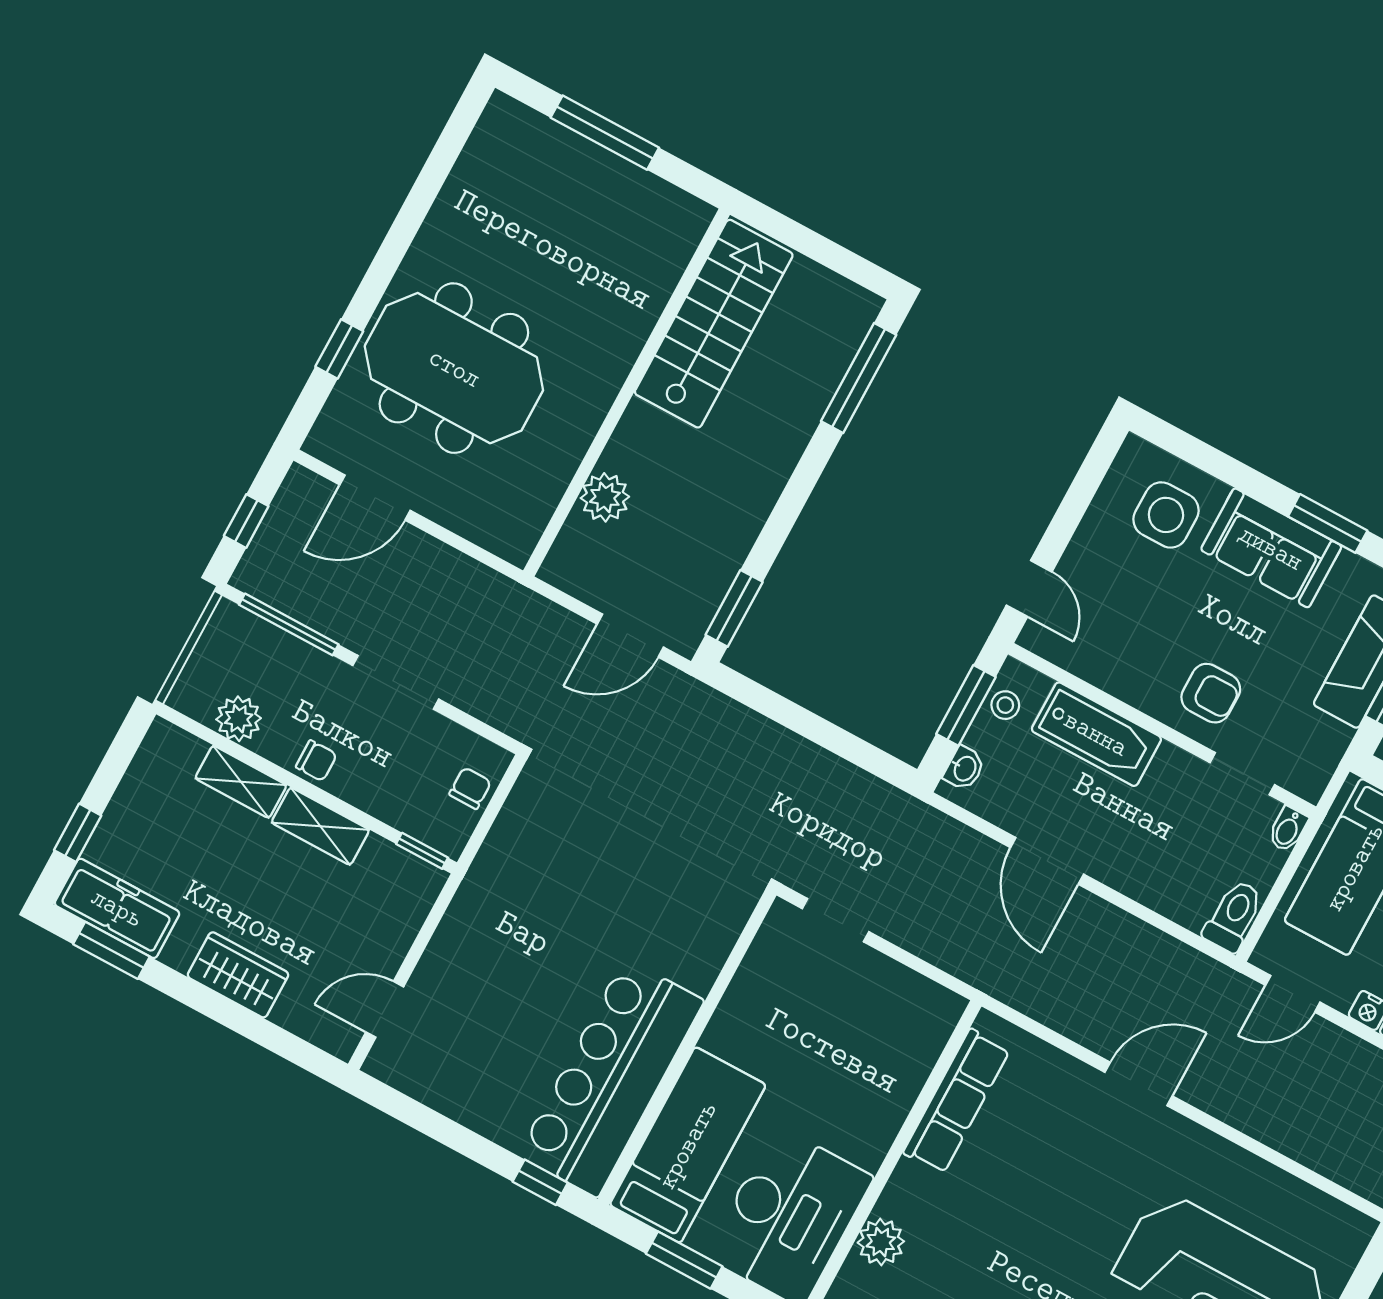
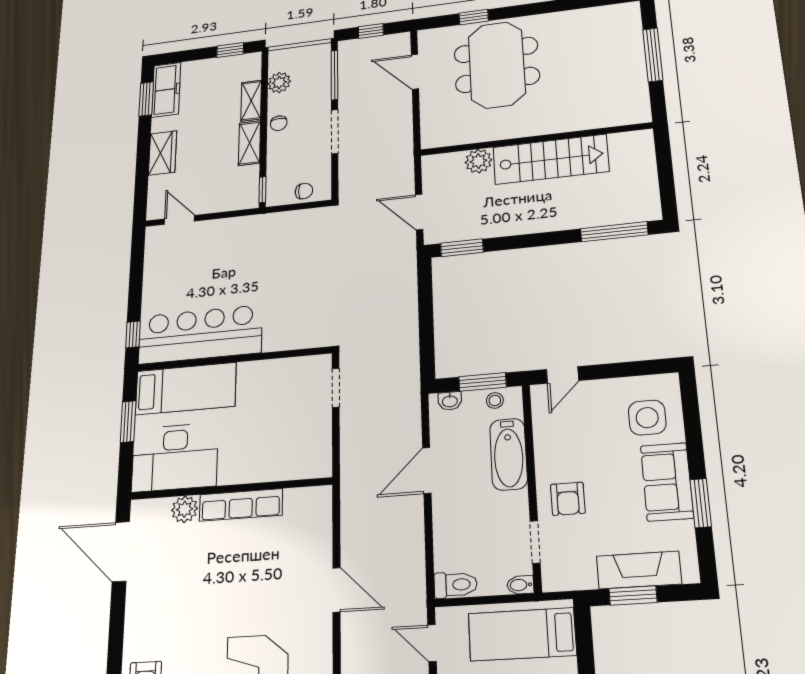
stairs: (714, 324) -> (551, 159), moved
window: (78, 833) -> (230, 50), moved
row of seats: (957, 1101) -> (241, 505), moved

